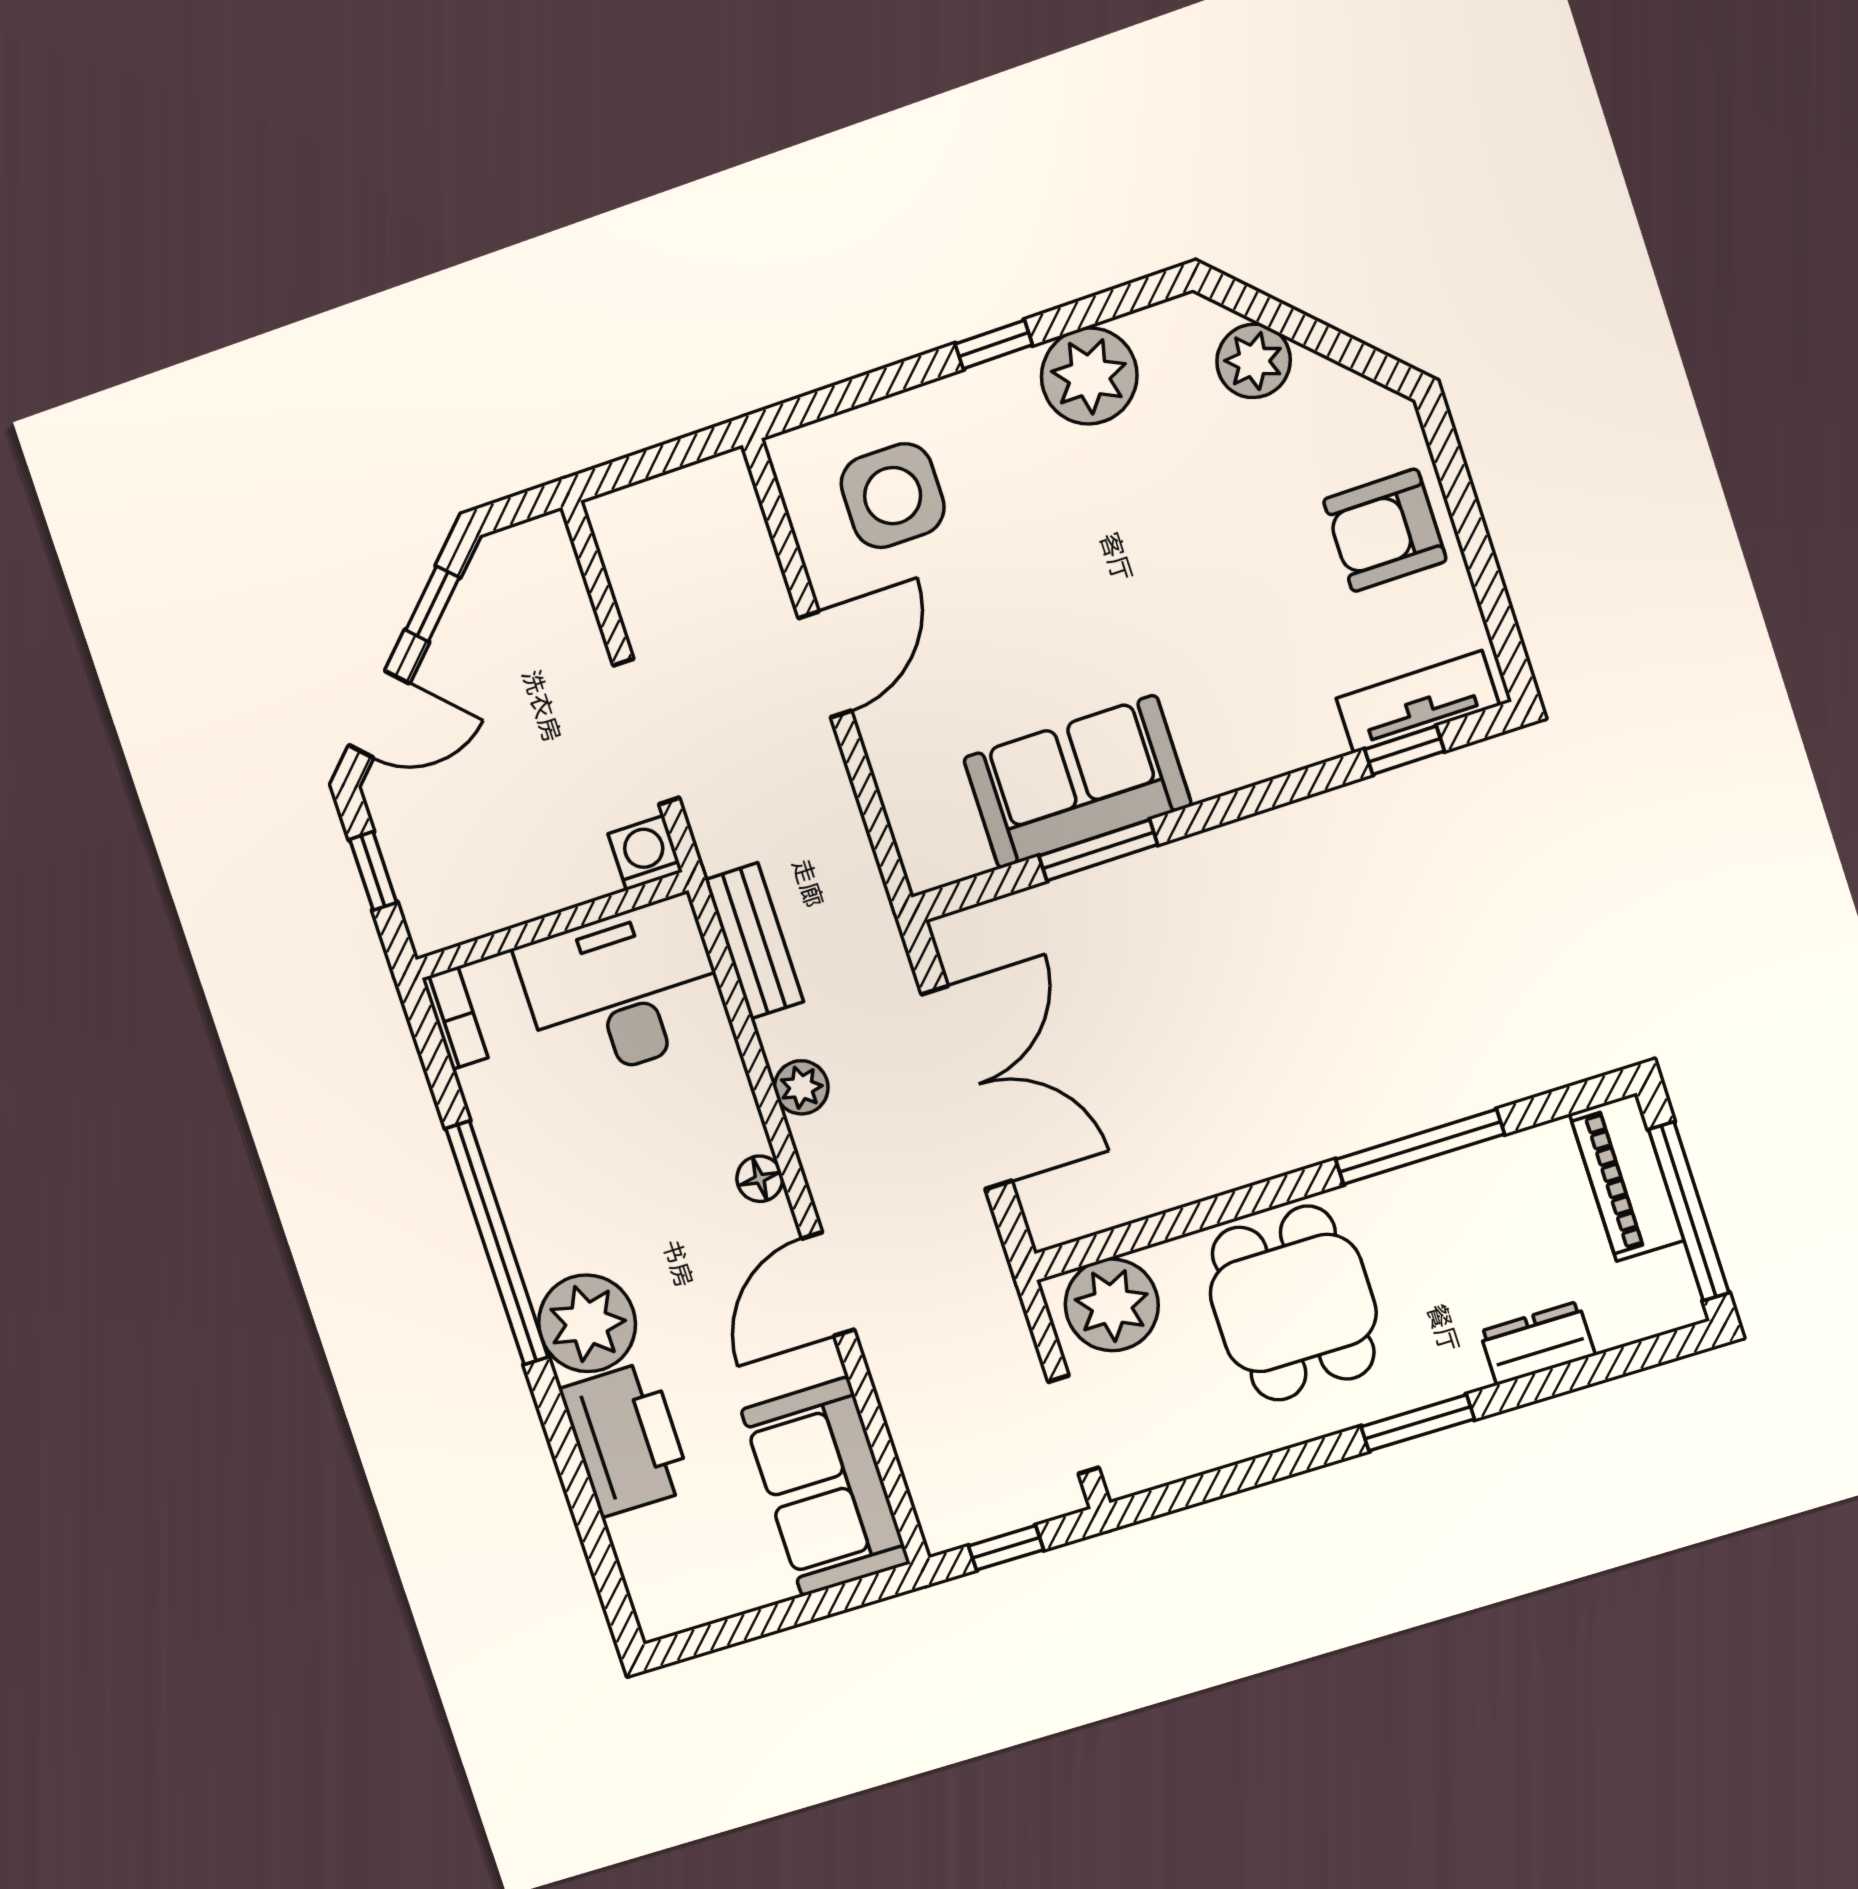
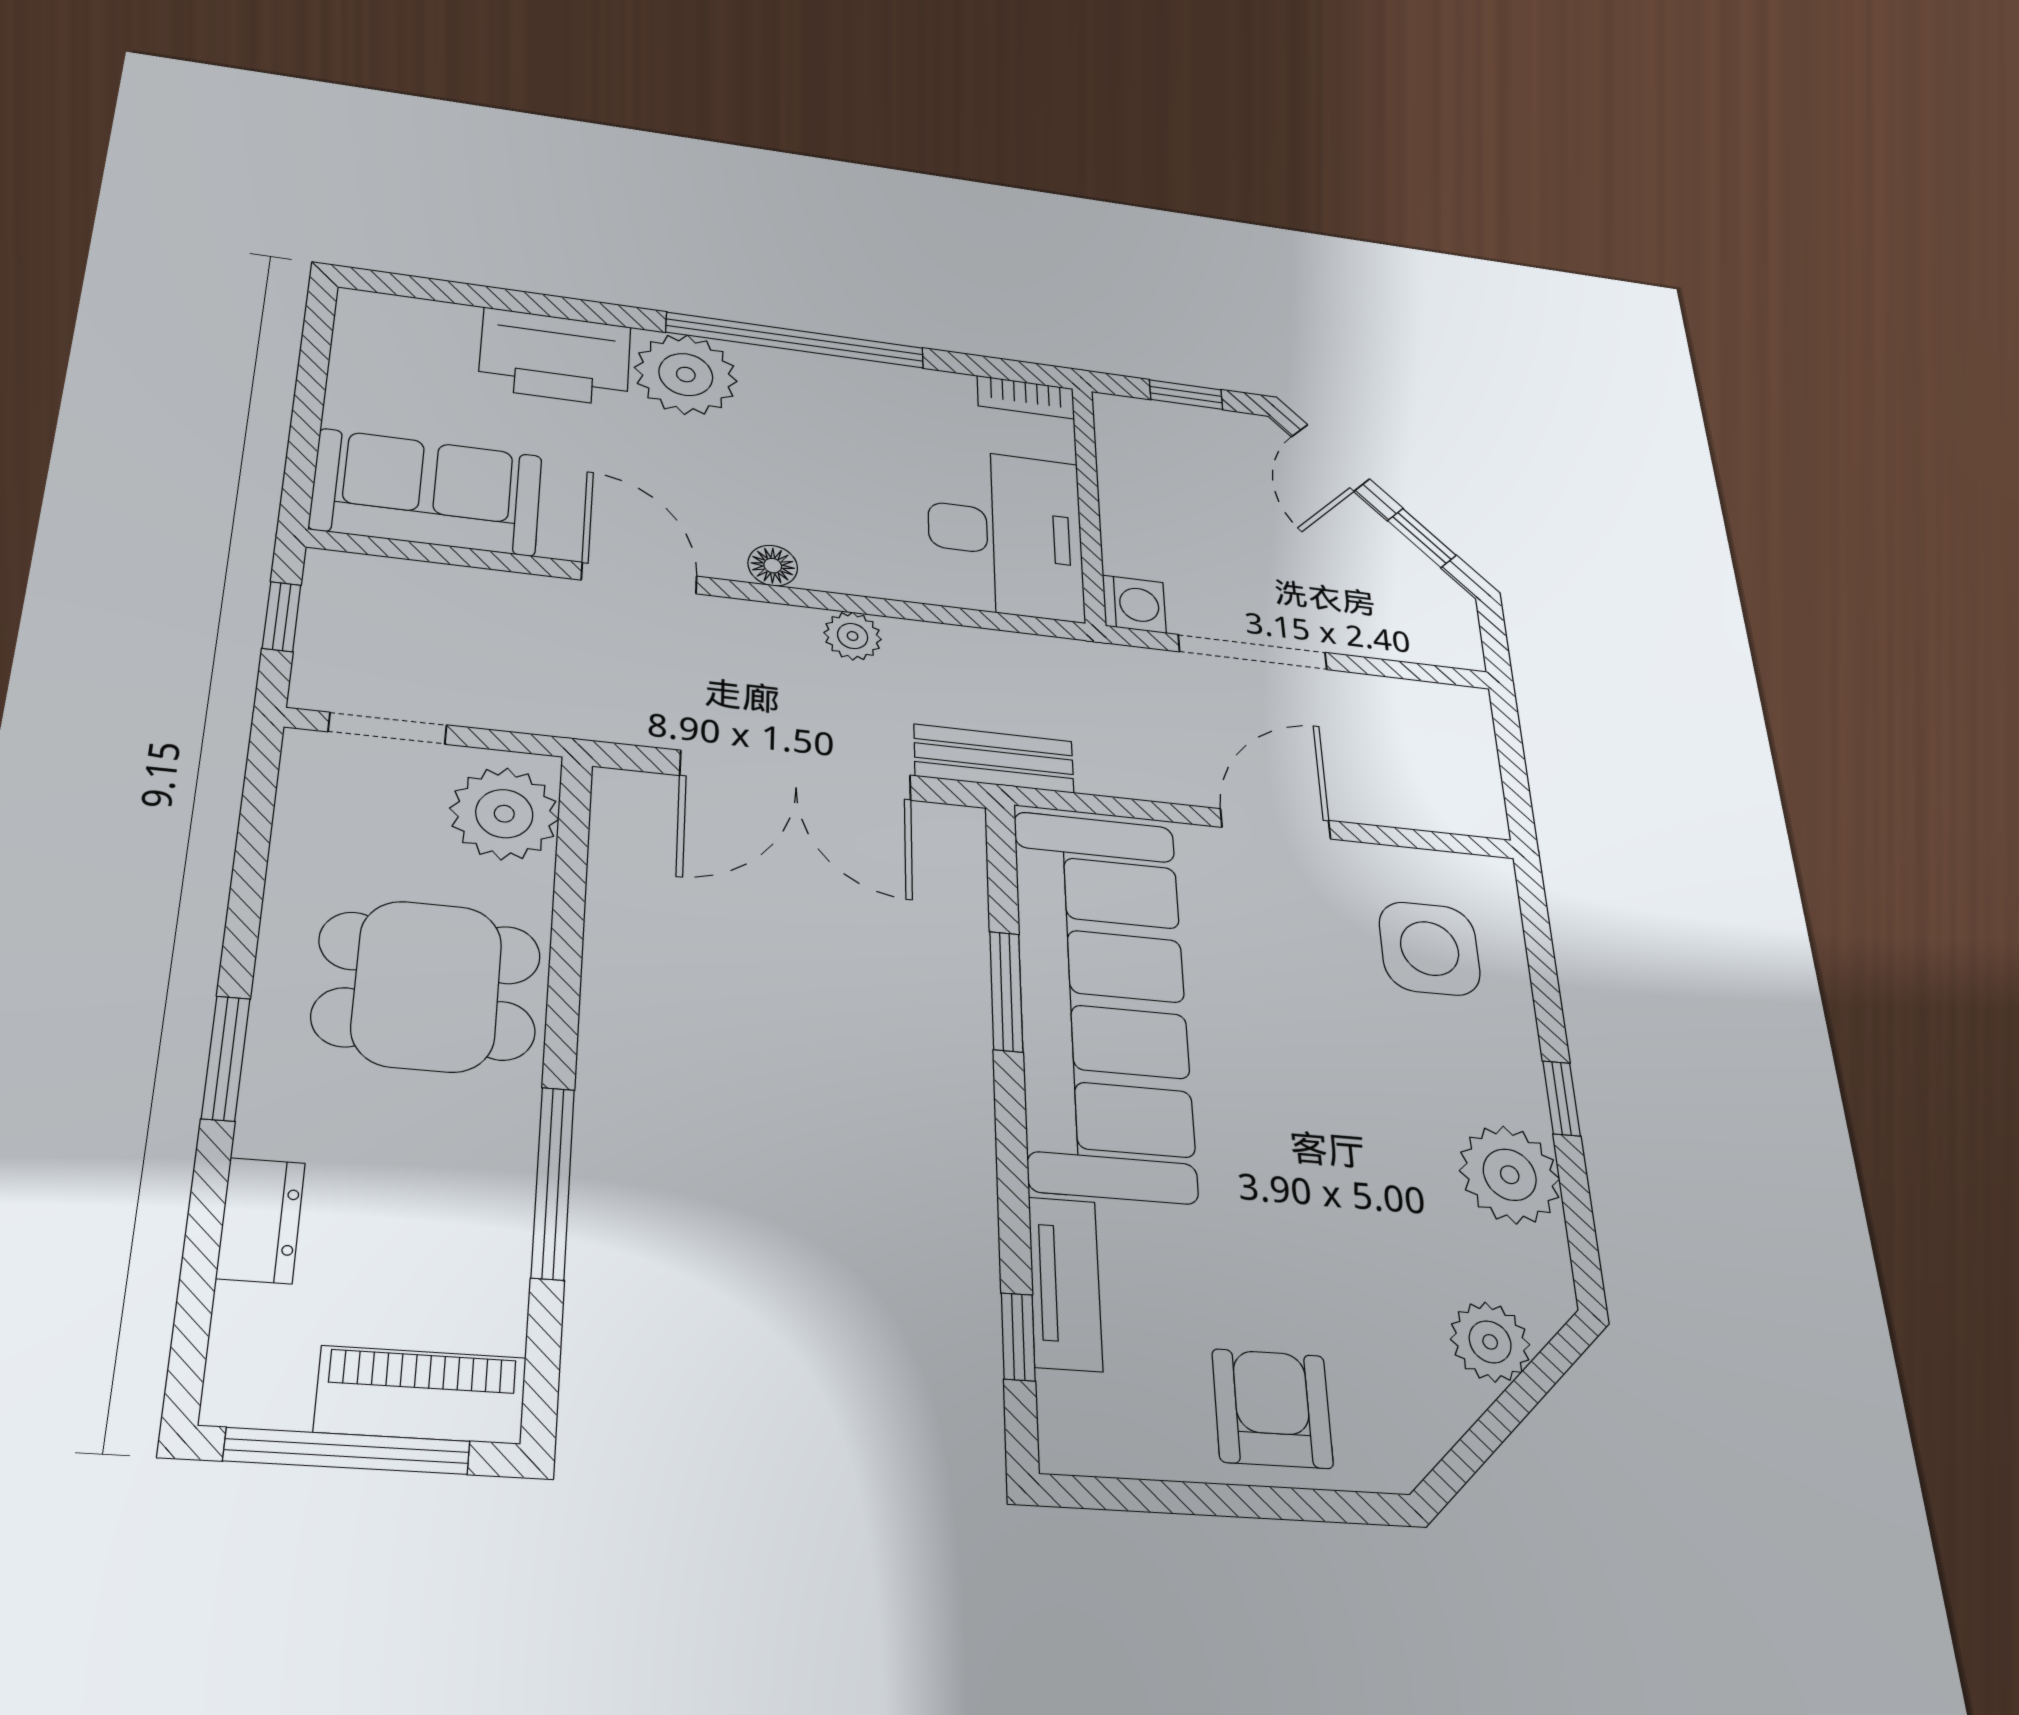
door: (825, 664) -> (1276, 824), swing flipped
tv unit: (1418, 702) -> (1065, 1283), moved
sofa: (1077, 782) -> (1103, 1002), width x1.85, depth x1.27
bench: (754, 941) -> (994, 759), moved

